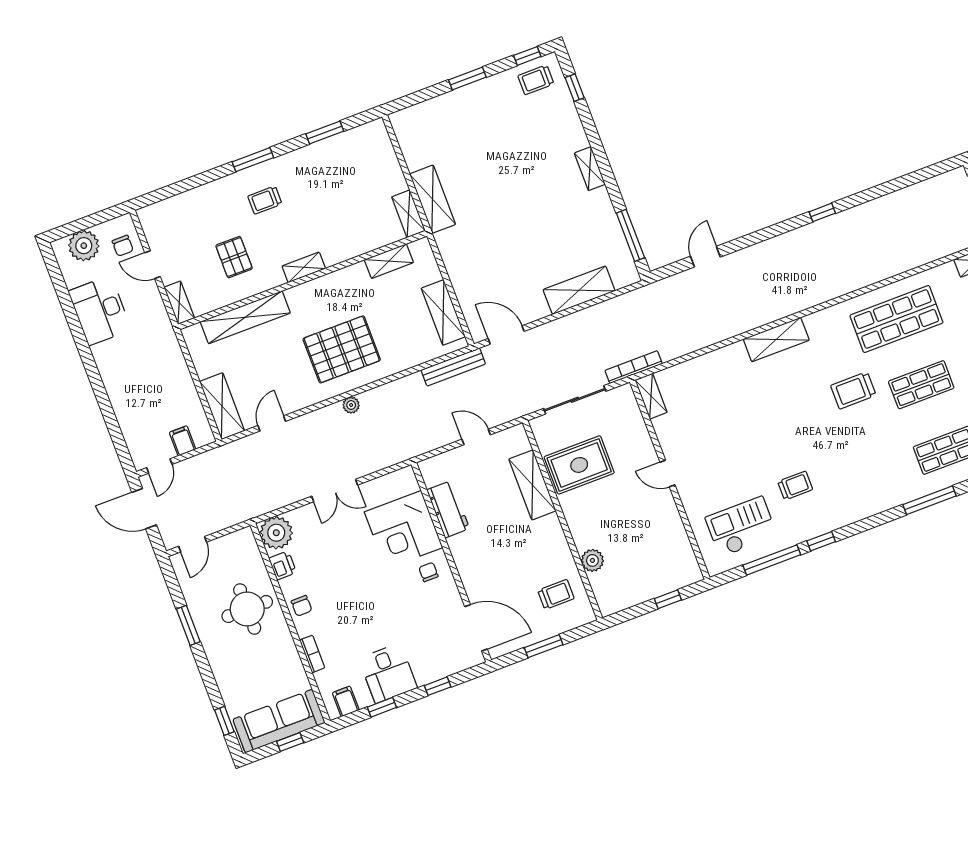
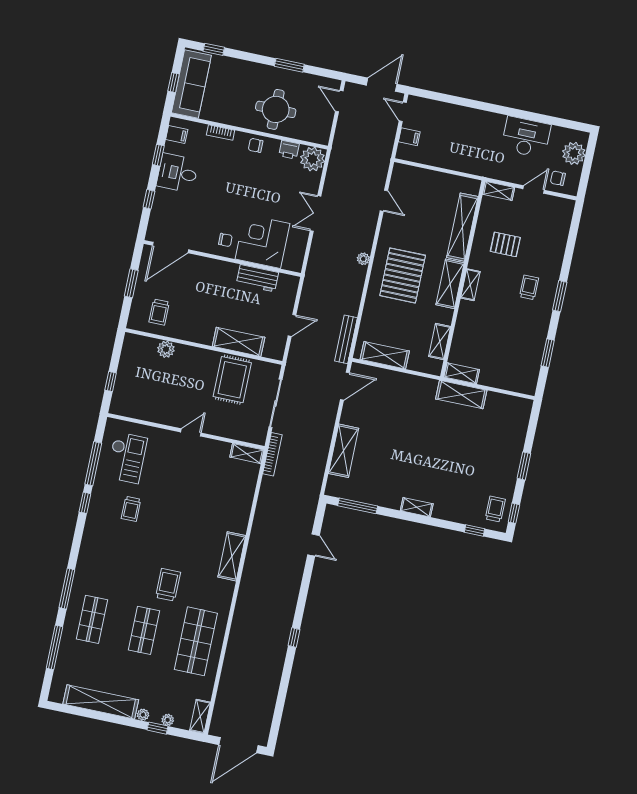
shelving: (222, 406) -> (450, 284), moved, turned 90

